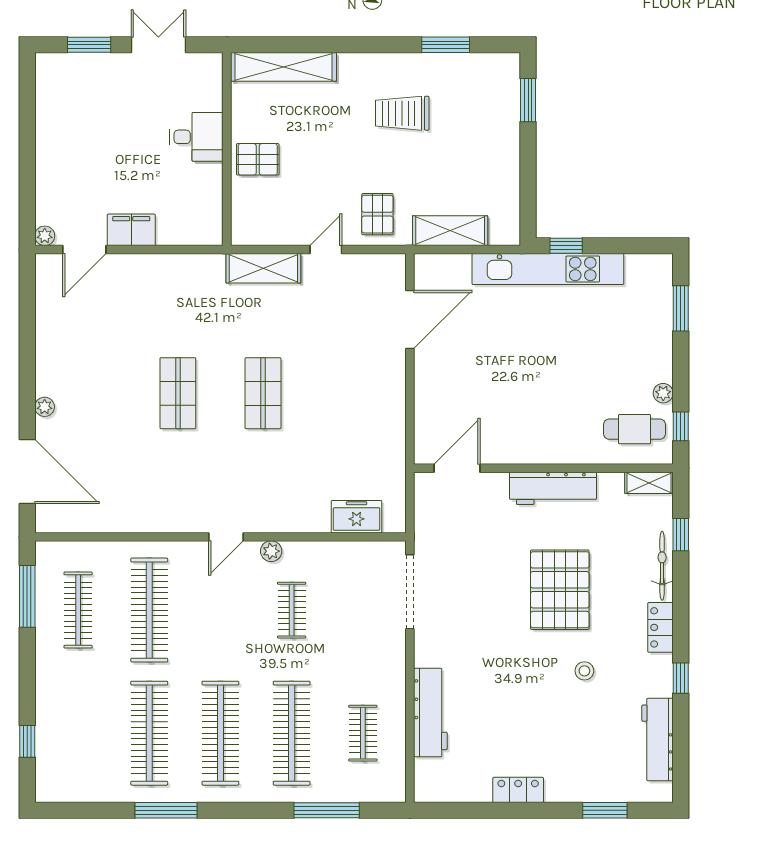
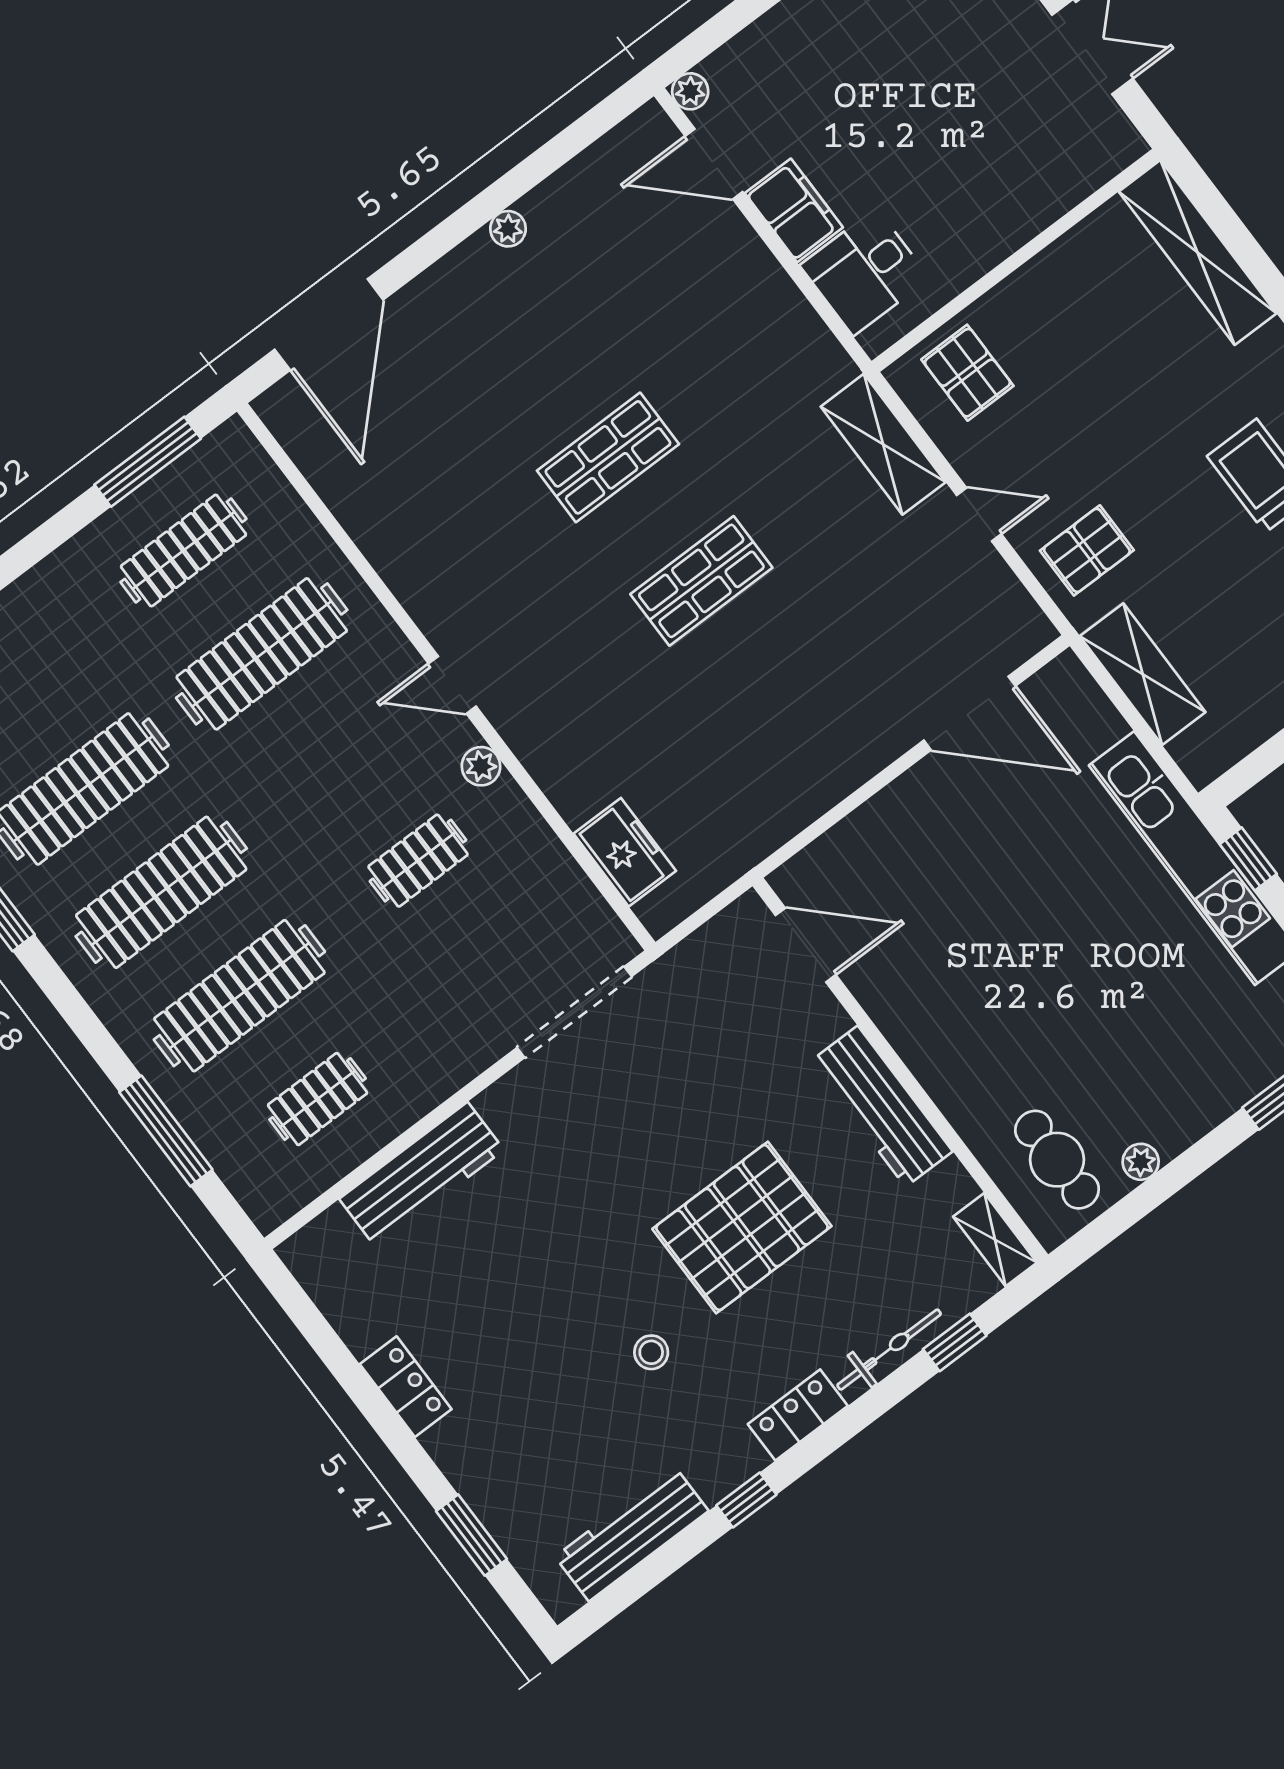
desk: (196, 137) -> (865, 272), moved, turned 90
pallet: (258, 159) -> (967, 373), moved
plant: (45, 407) -> (508, 229), moved
window: (681, 426) -> (1112, 1224), removed

